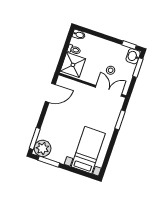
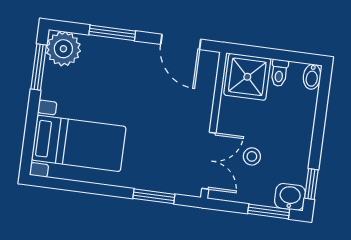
window: (35, 139) -> (112, 33), moved

